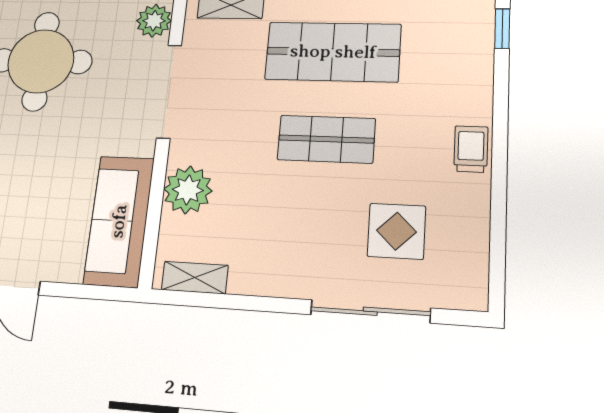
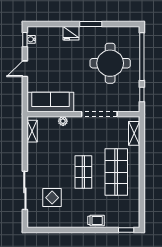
plant: (154, 21) -> (127, 105), removed
trolley: (471, 149) -> (96, 220), moved
plant: (188, 190) -> (63, 121), width x0.53, depth x0.53

